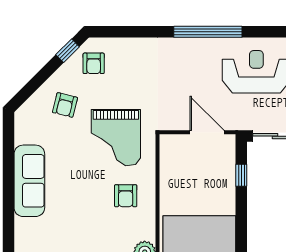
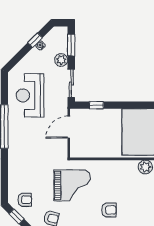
armchair: (126, 196) -> (109, 210), moved

